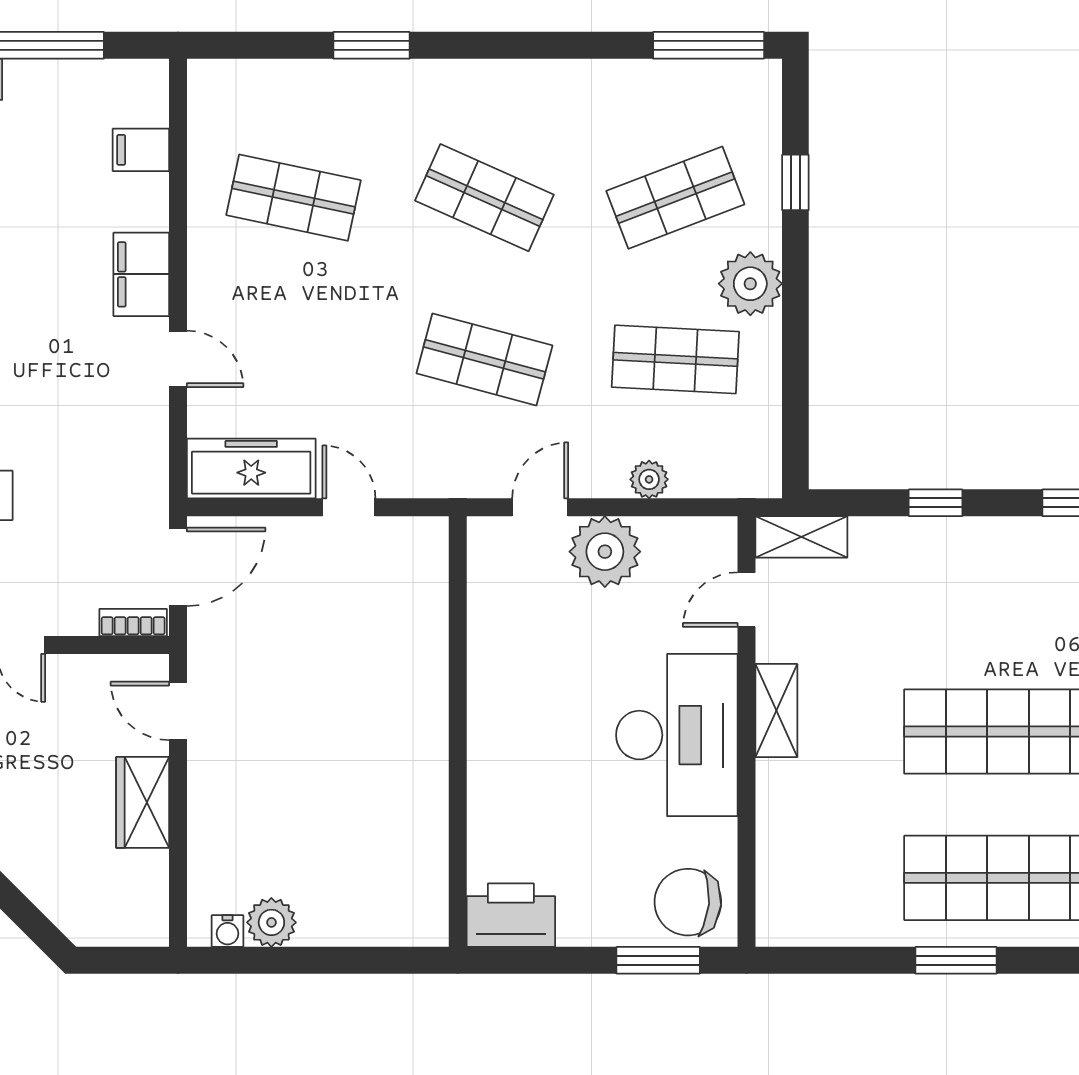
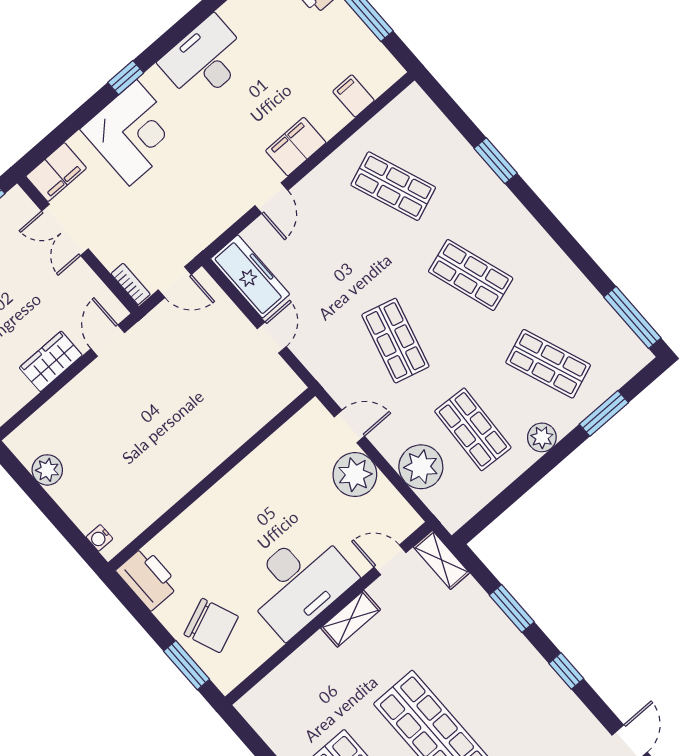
window: (795, 182) -> (604, 413), width x1.50
shop shelf: (293, 198) -> (393, 186), turned -33
shop shelf: (484, 198) -> (471, 275), turned -42
plant: (750, 284) -> (542, 437), width x0.73, depth x0.73
plant: (649, 479) -> (421, 467), width x1.87, depth x1.87
window: (936, 503) -> (512, 609), width x1.50
door: (178, 567) -> (175, 282), width x0.73
chair: (688, 902) -> (211, 625), moved, turned 153
water cooler: (228, 931) -> (99, 538), moved

